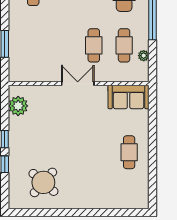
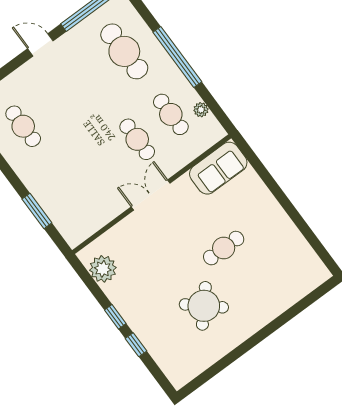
cafe table: (129, 152) -> (224, 248), moved, turned 90
round table: (43, 182) -> (204, 306), moved

